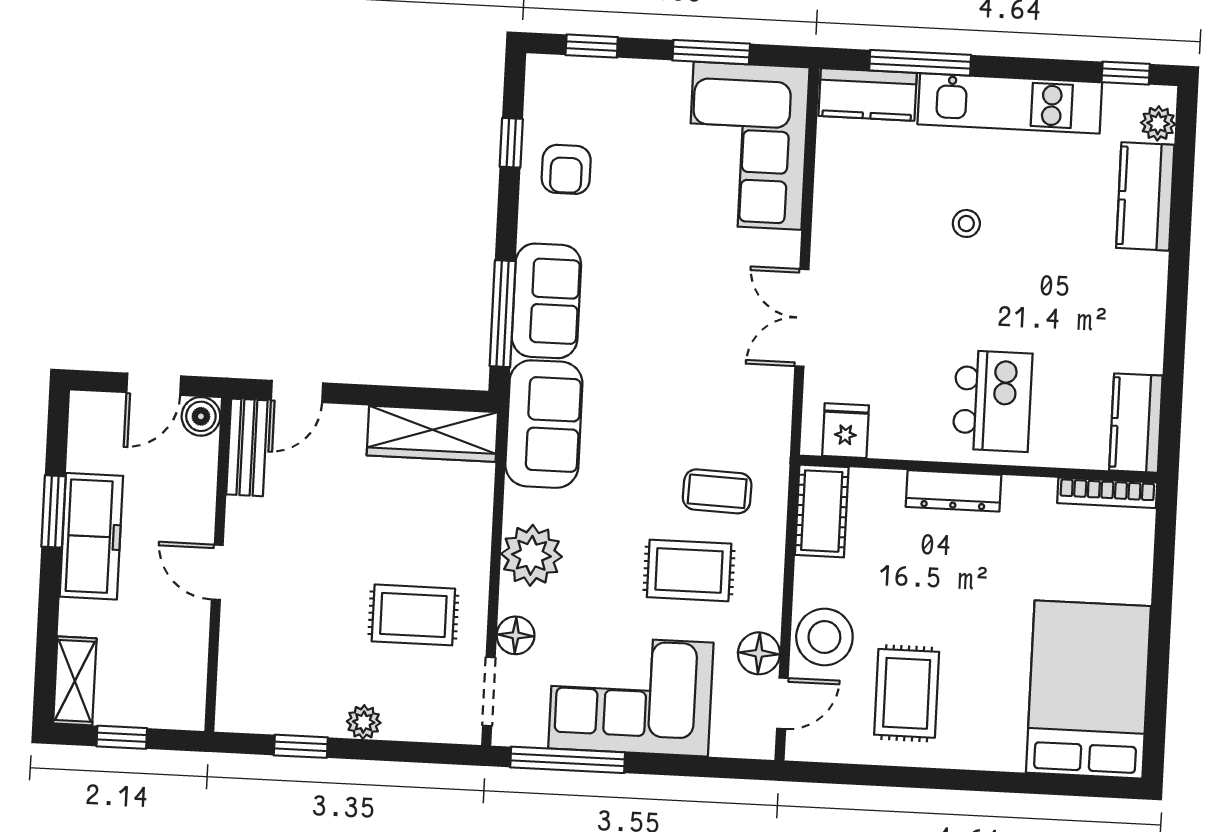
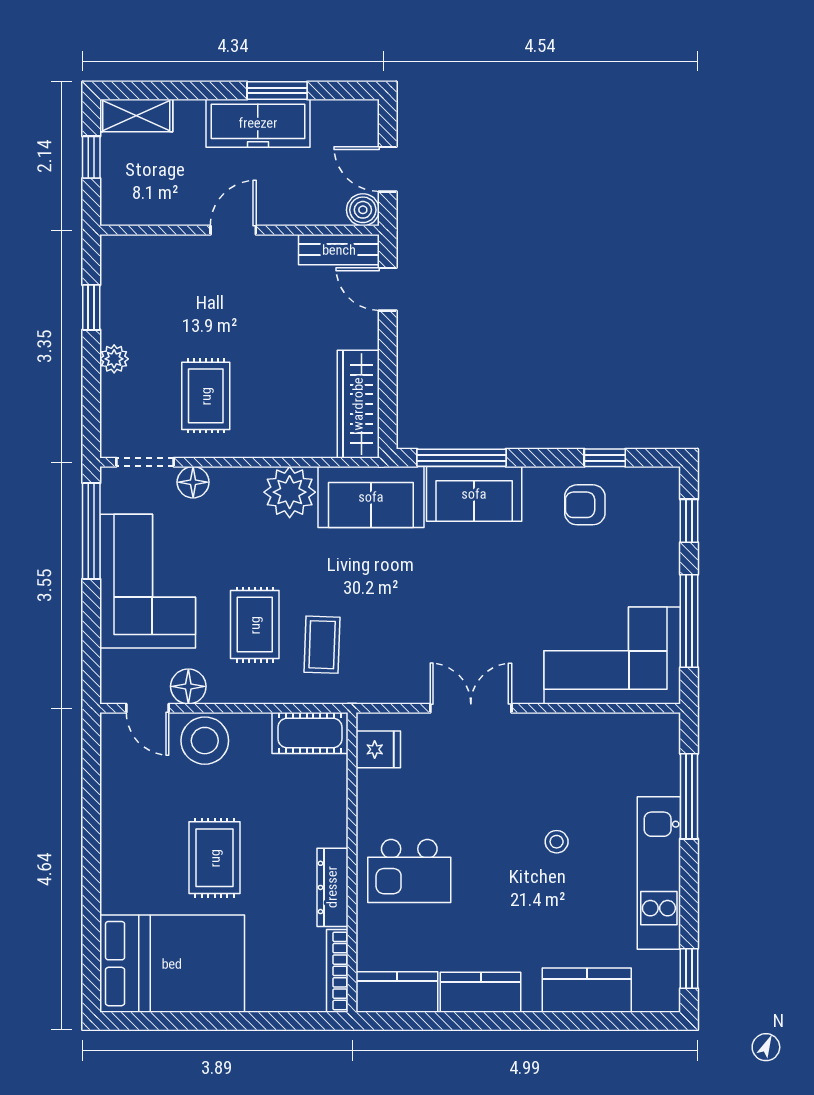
window: (711, 52) -> (689, 621), width x1.44
kitchen counter: (868, 94) -> (481, 992), moved, turned 90
plant: (1158, 123) -> (648, 998), removed
dresser: (954, 491) -> (332, 887), moved
plant: (531, 555) -> (290, 492), moved
rug: (907, 693) -> (215, 858), moved, turned 90

